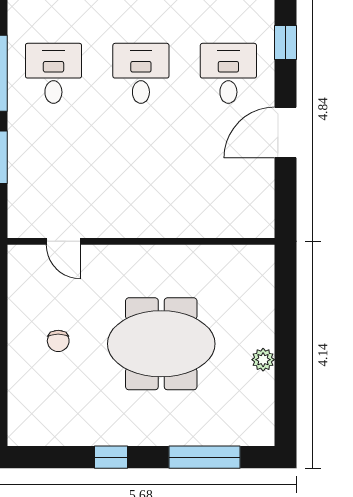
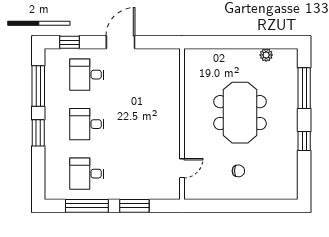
door: (285, 133) -> (120, 42), swing flipped
plant: (263, 360) -> (266, 55), moved

